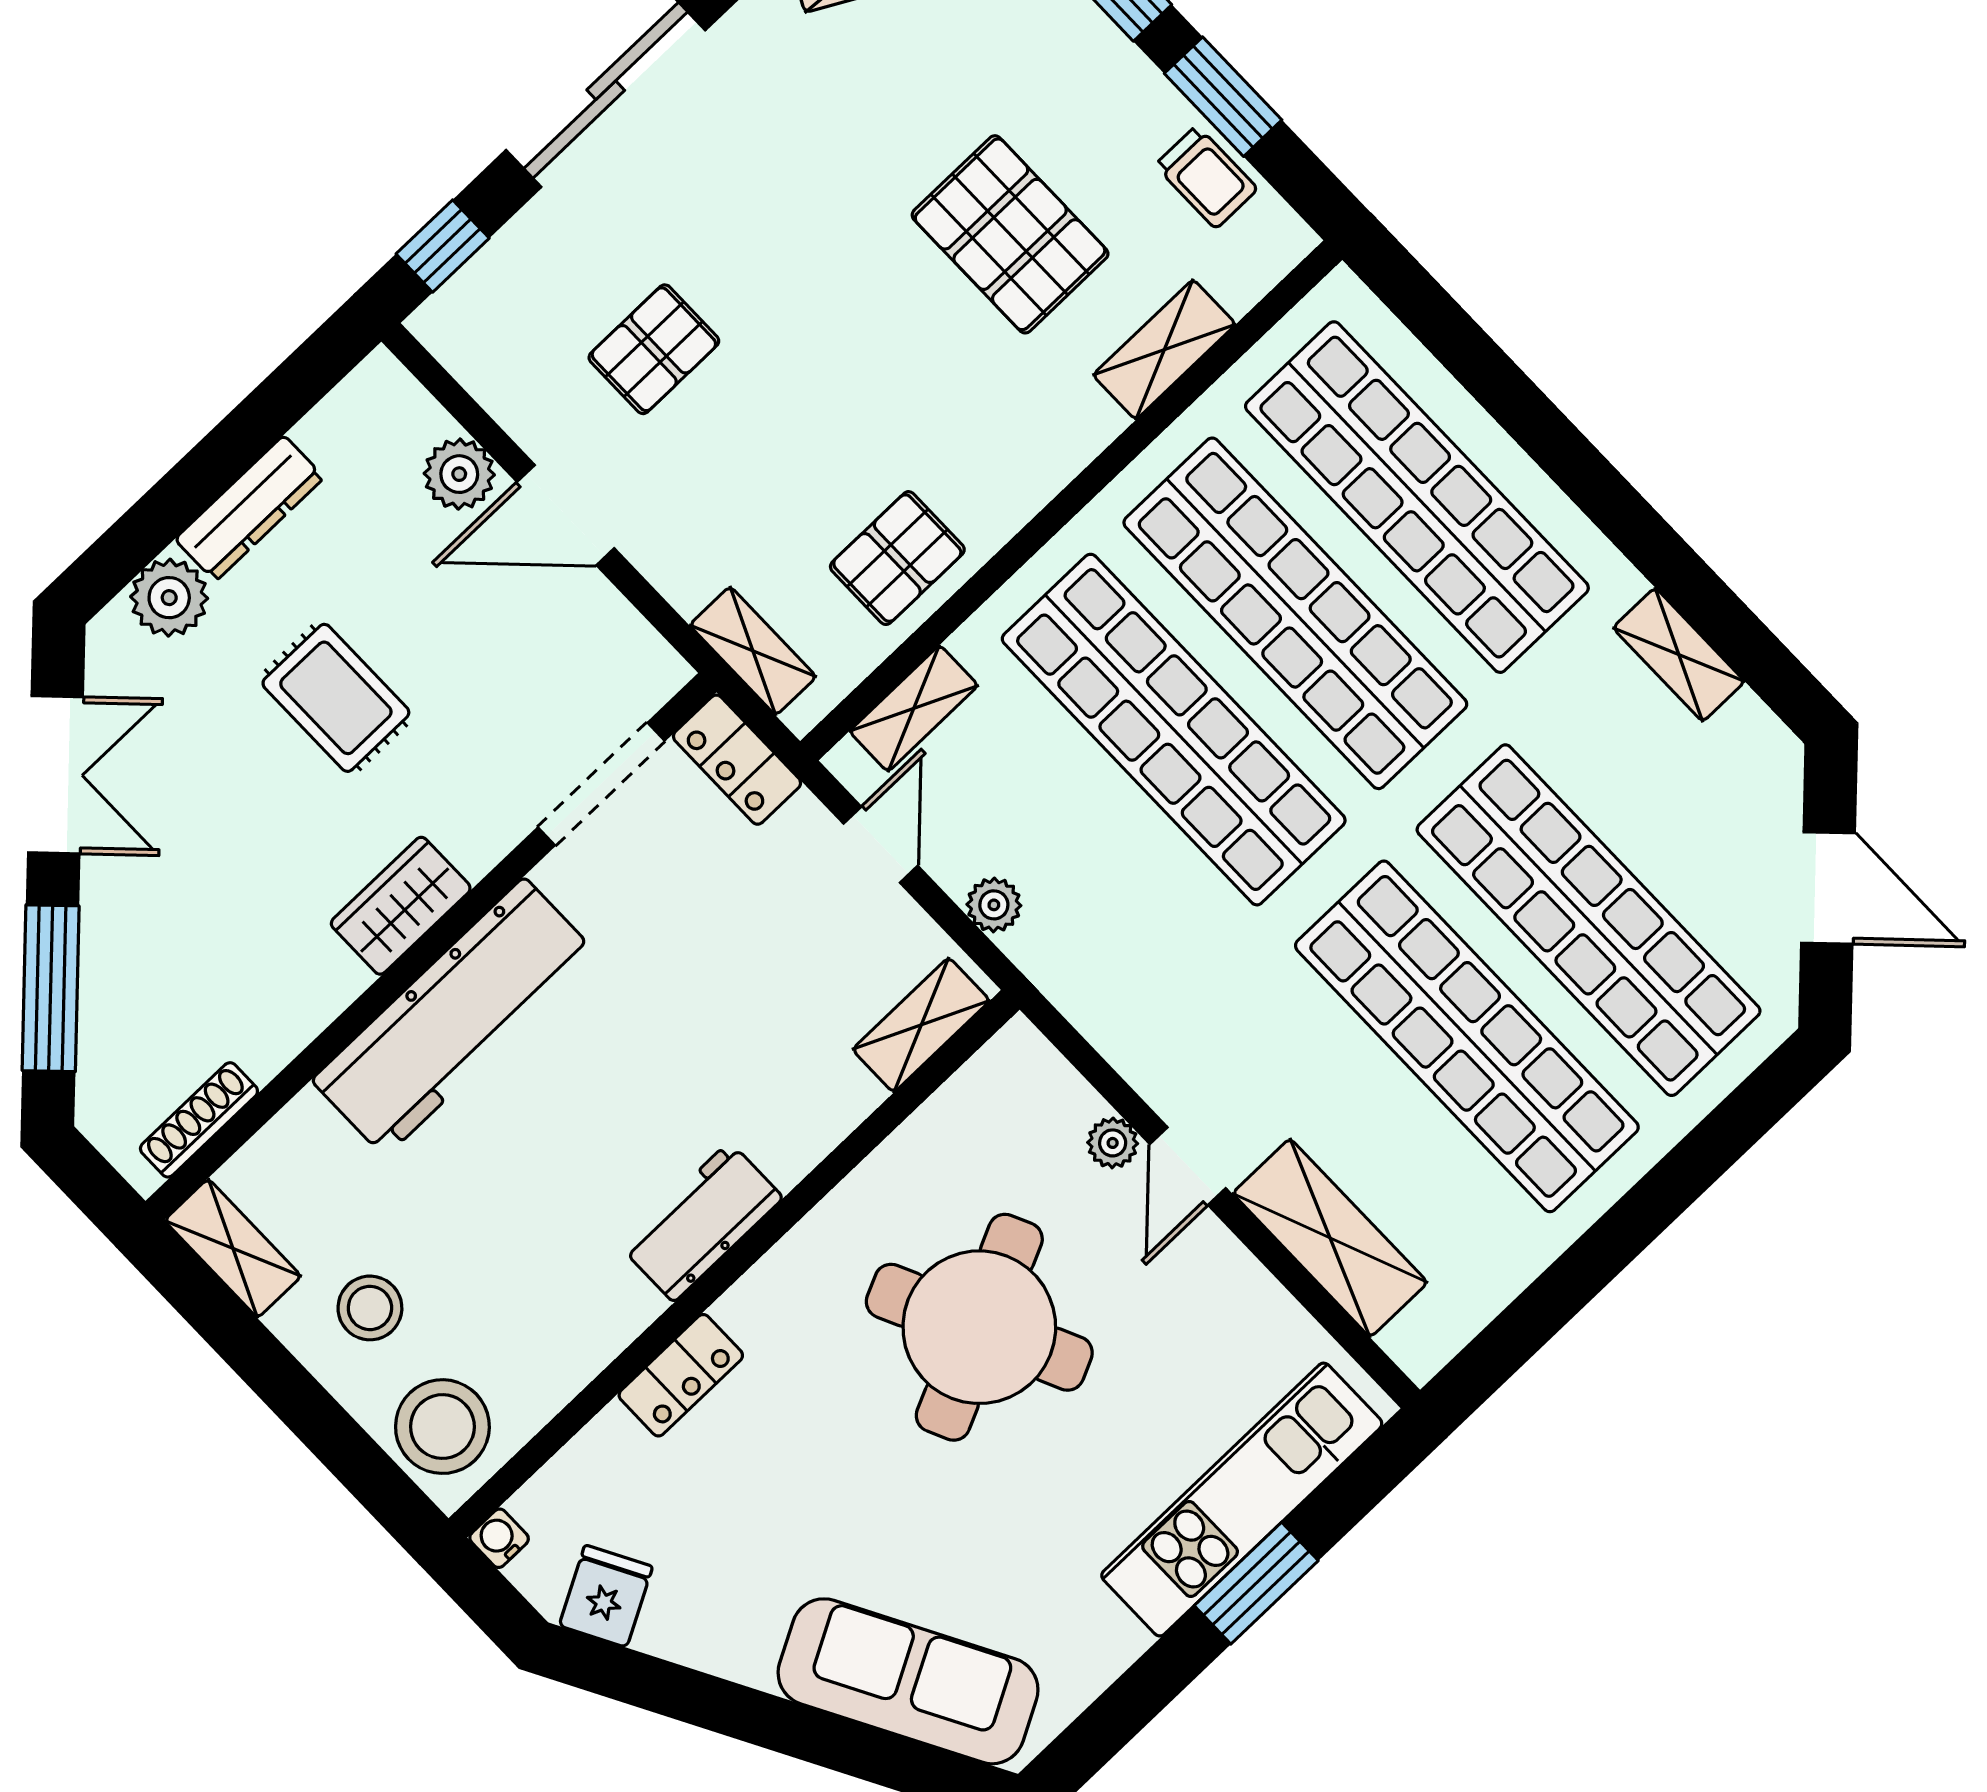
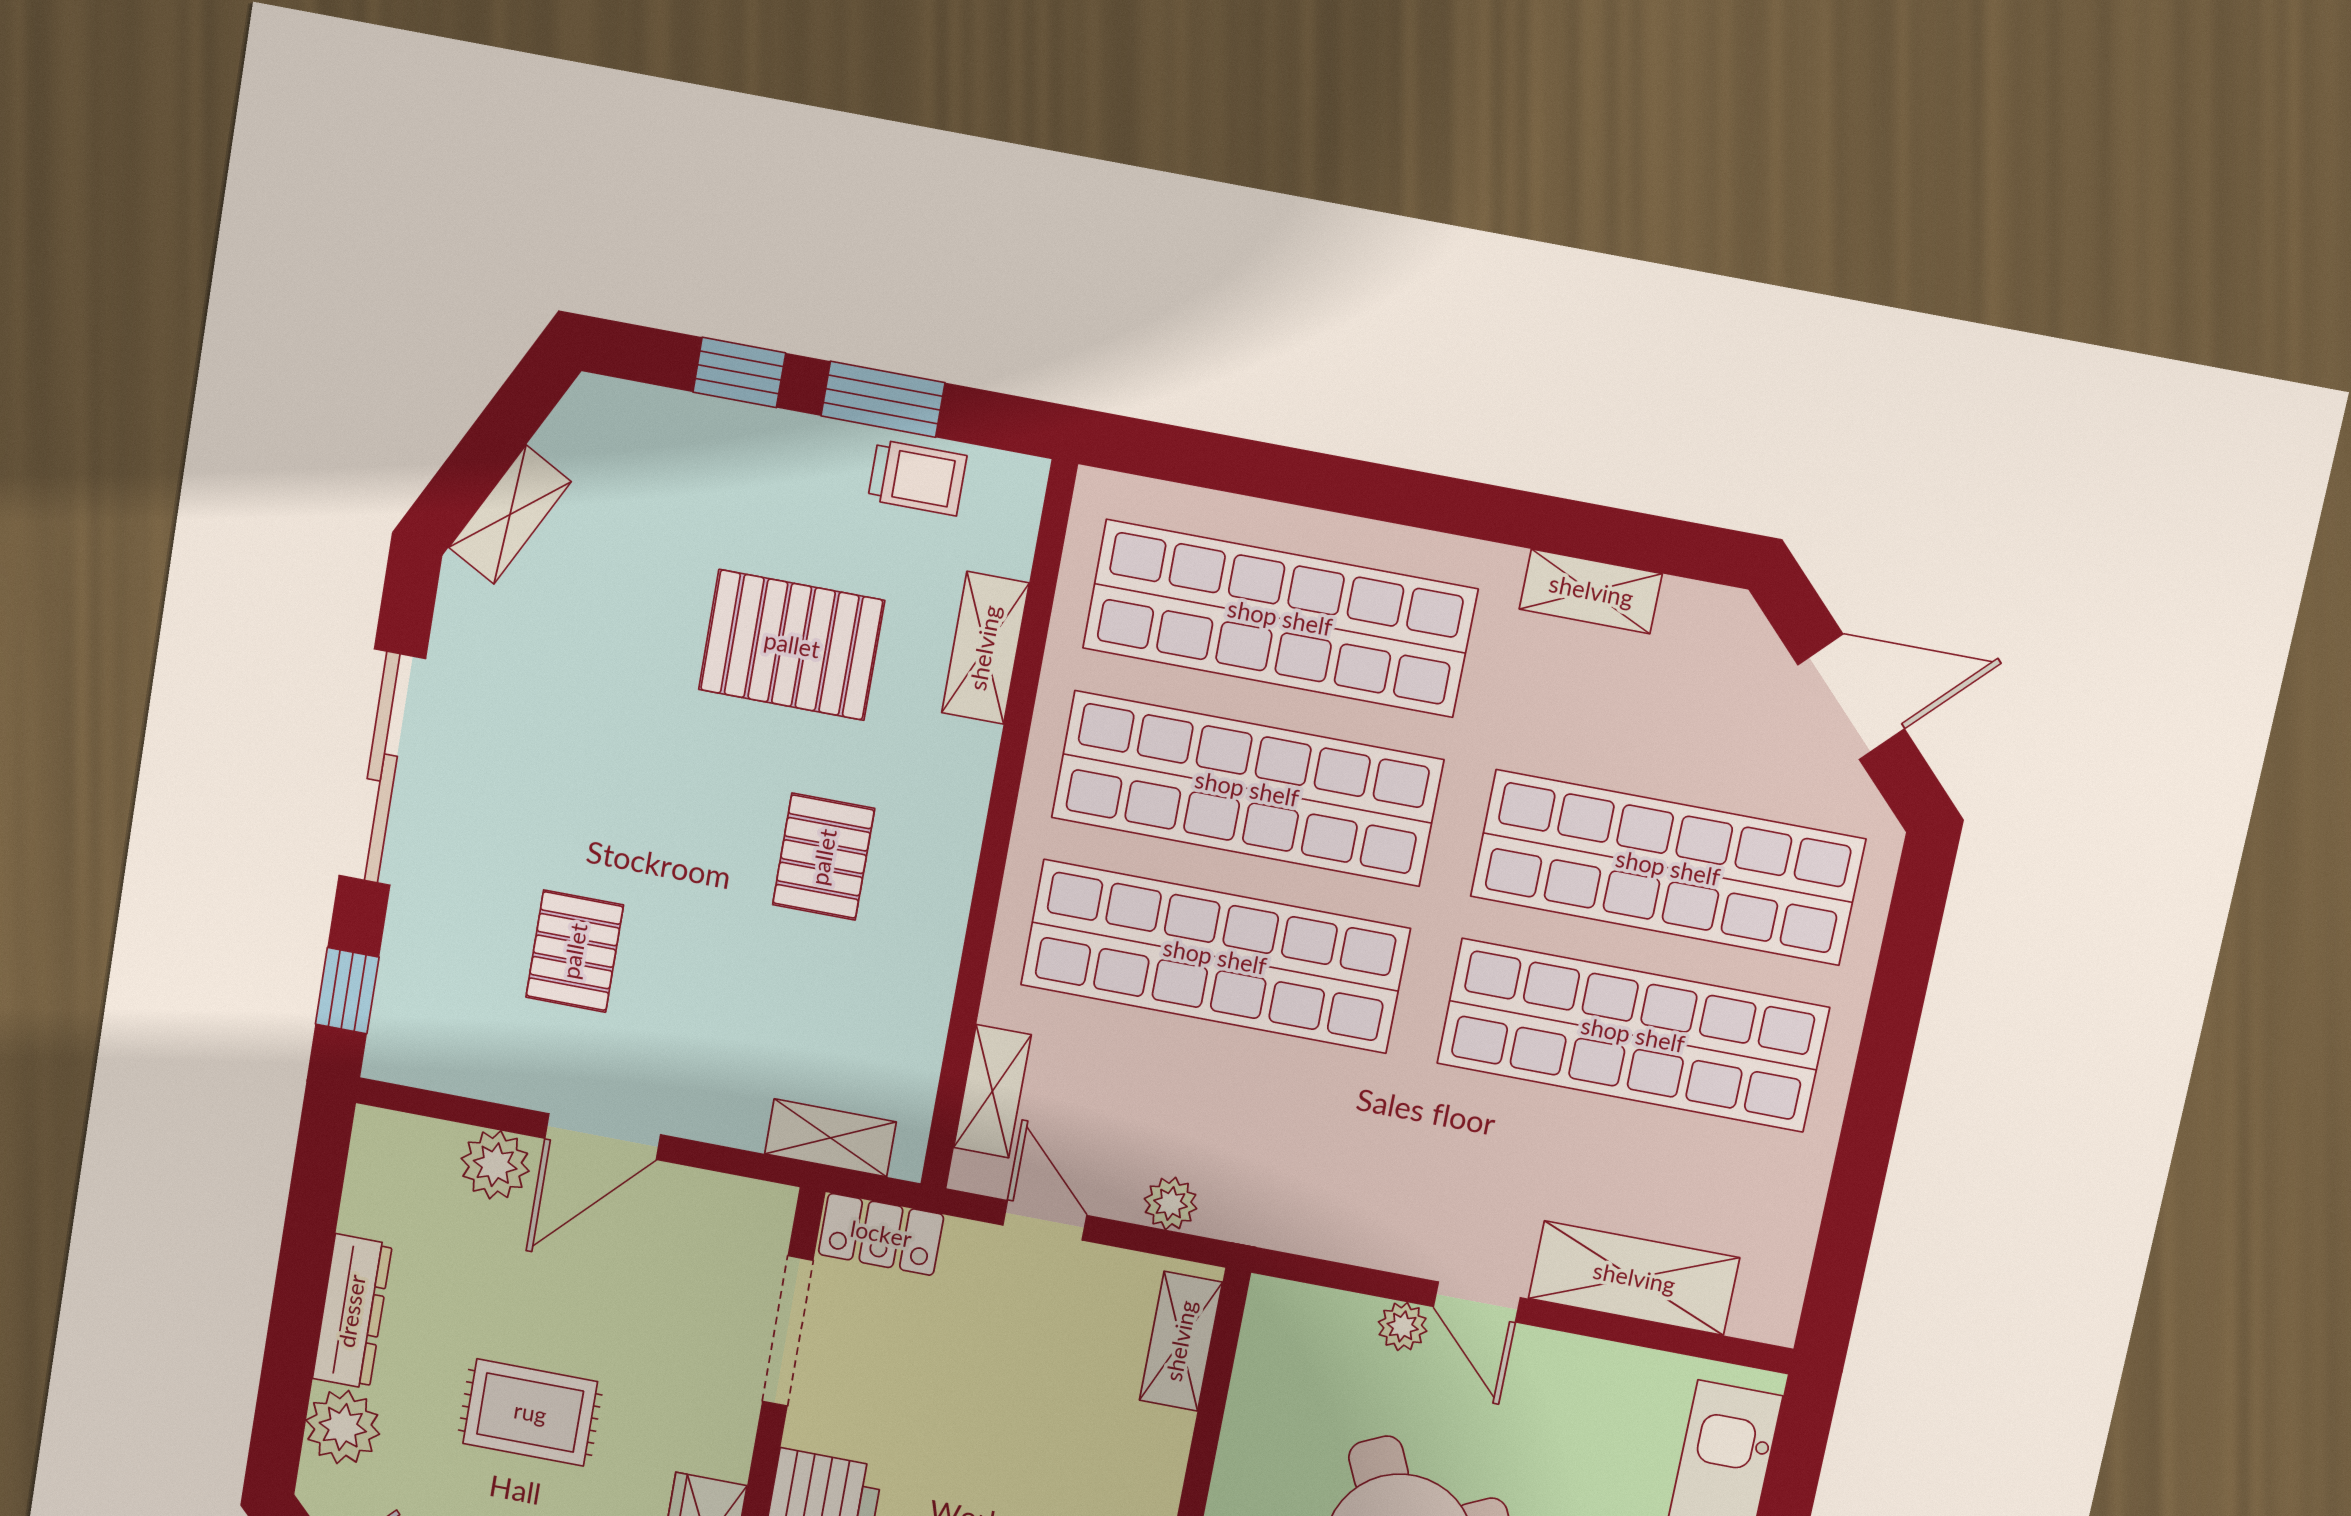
pallet: (897, 558) -> (824, 857), moved

